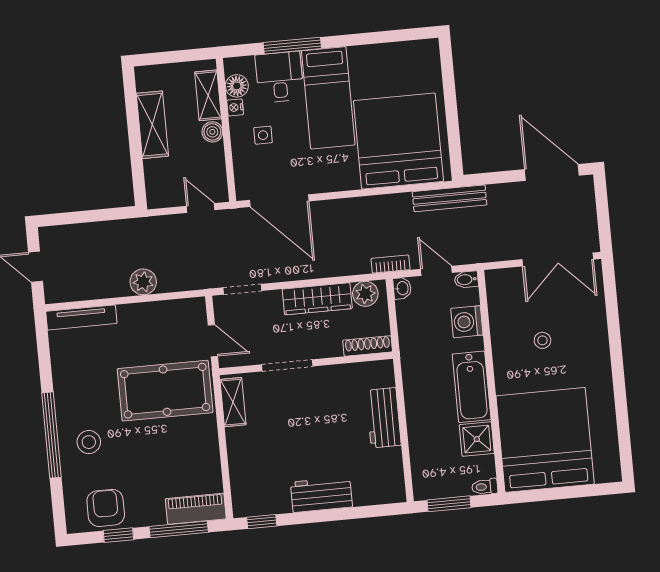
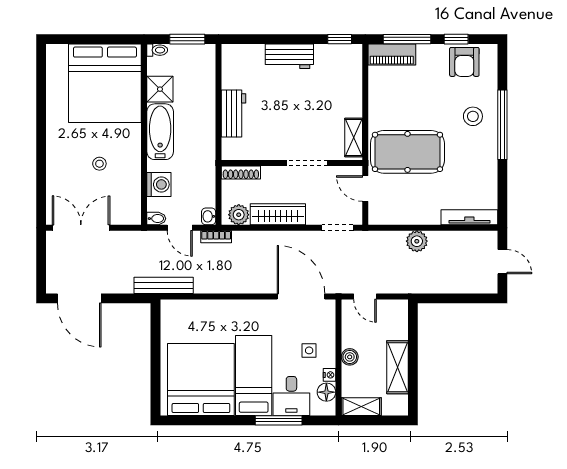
shelving: (208, 95) -> (361, 407), moved, turned 90
bed: (398, 141) -> (201, 380), moved, turned 180

